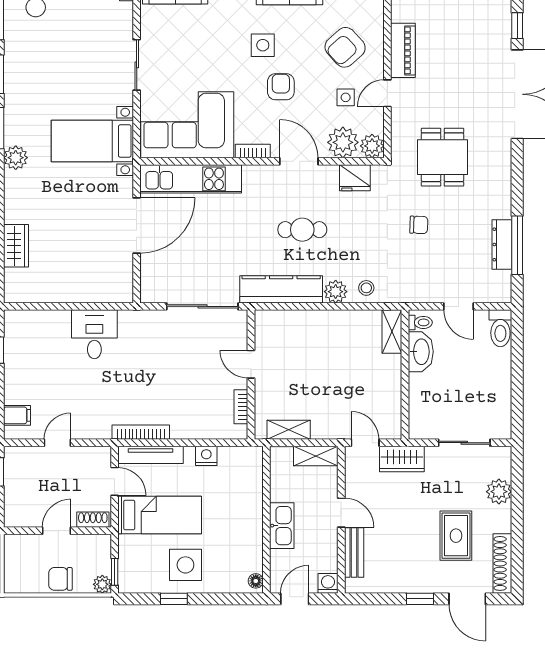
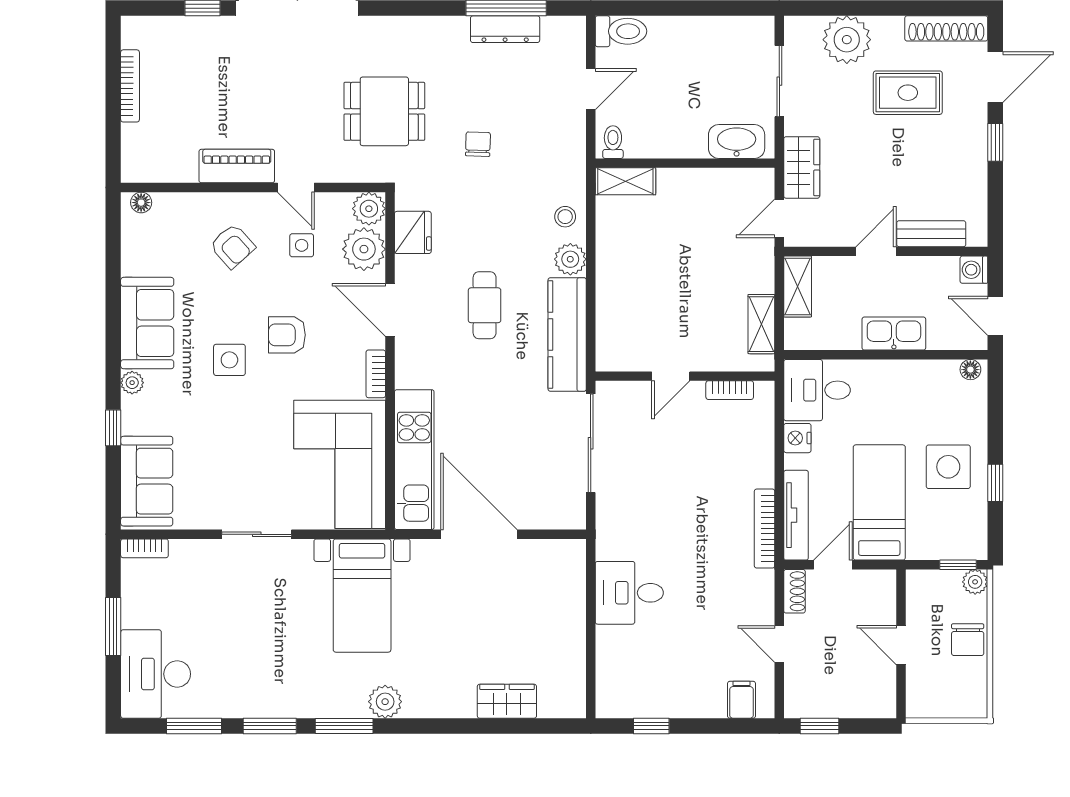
armchair: (345, 47) -> (232, 246), width x0.72, depth x0.72
door: (299, 161) -> (390, 310), hinge flipped
washbasin: (421, 352) -> (737, 142), moved
desk: (241, 470) -> (817, 390), added
plant: (499, 492) -> (847, 40), width x1.36, depth x1.36
shoe rack: (93, 520) -> (795, 591), moved, turned 180

